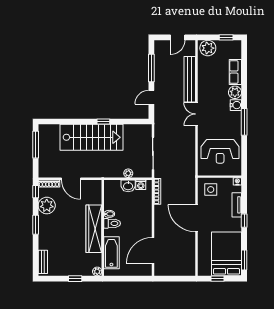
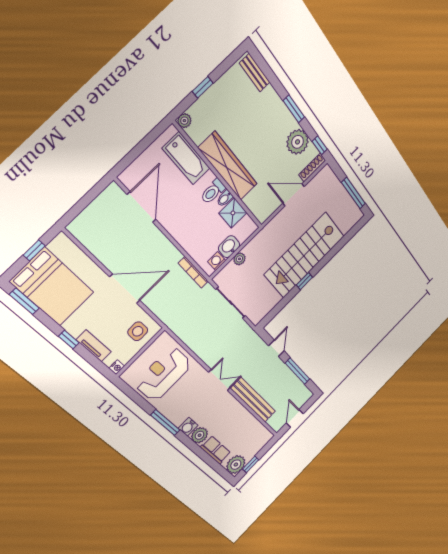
plant: (208, 48) -> (236, 465), moved
shower: (111, 202) -> (233, 213), added

